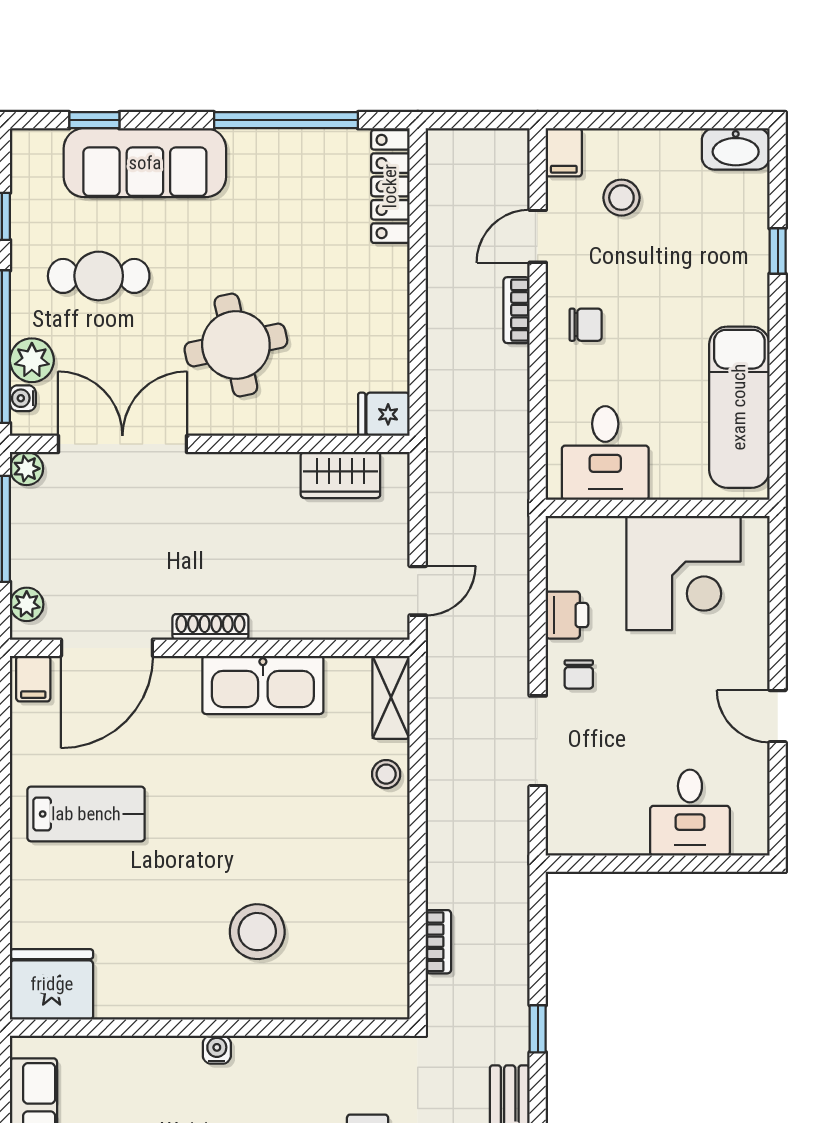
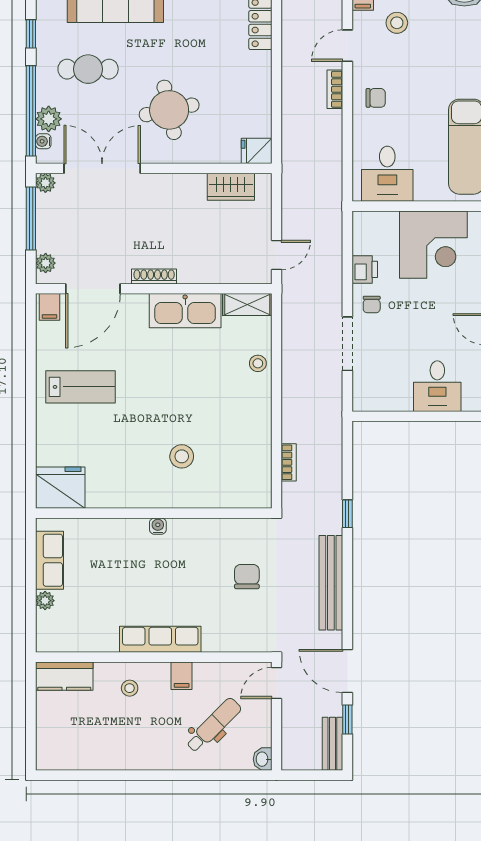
shelving: (391, 697) -> (247, 305), moved, turned 90
stool: (257, 932) -> (182, 456), width x0.73, depth x0.73

